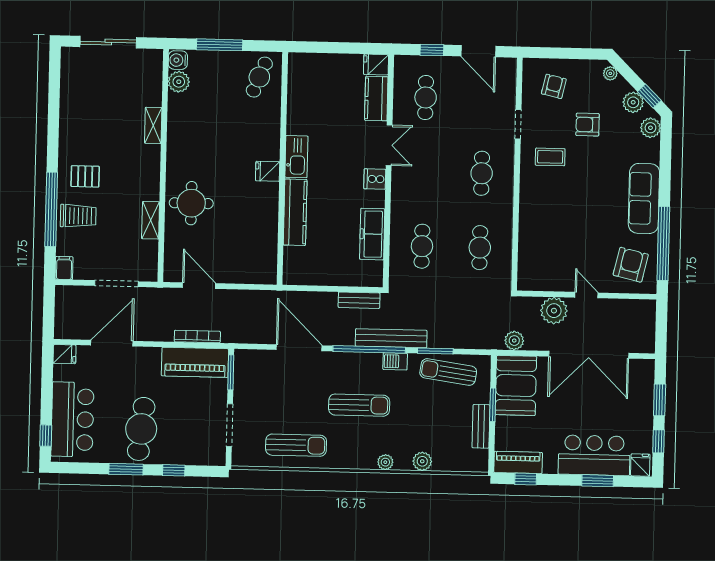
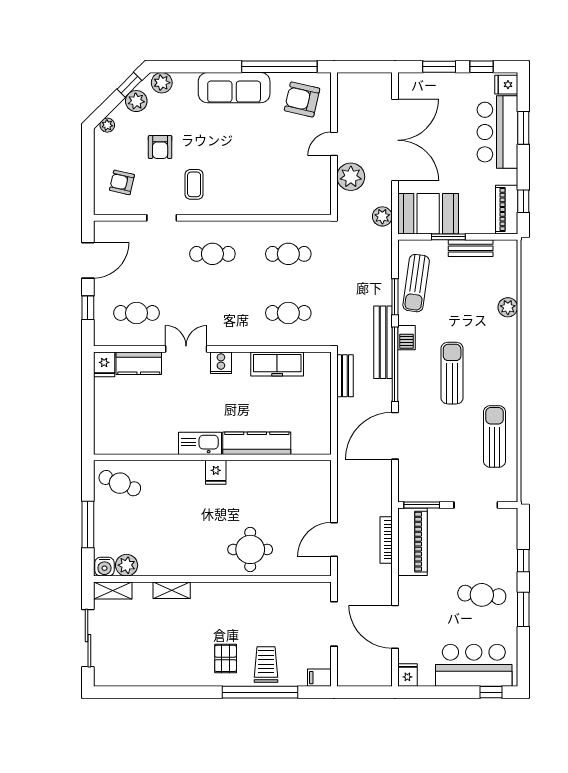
shelving: (151, 220) -> (113, 591), moved
cafe table: (141, 429) -> (482, 595), width x0.73, depth x0.74
plant: (385, 462) -> (510, 345), removed

